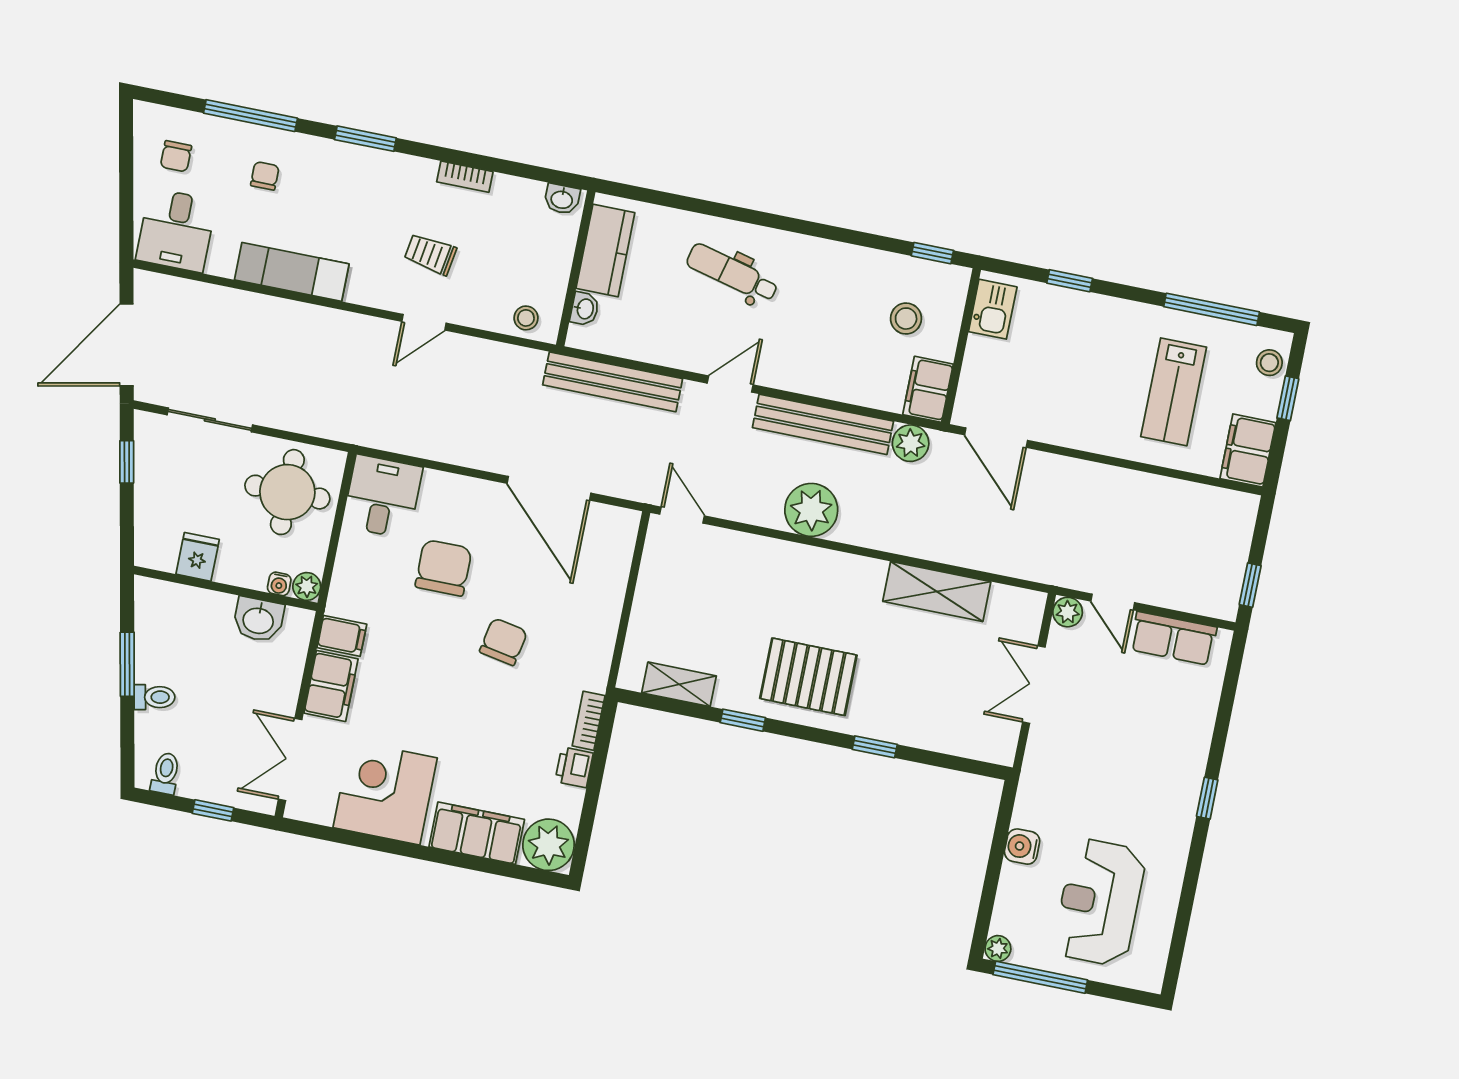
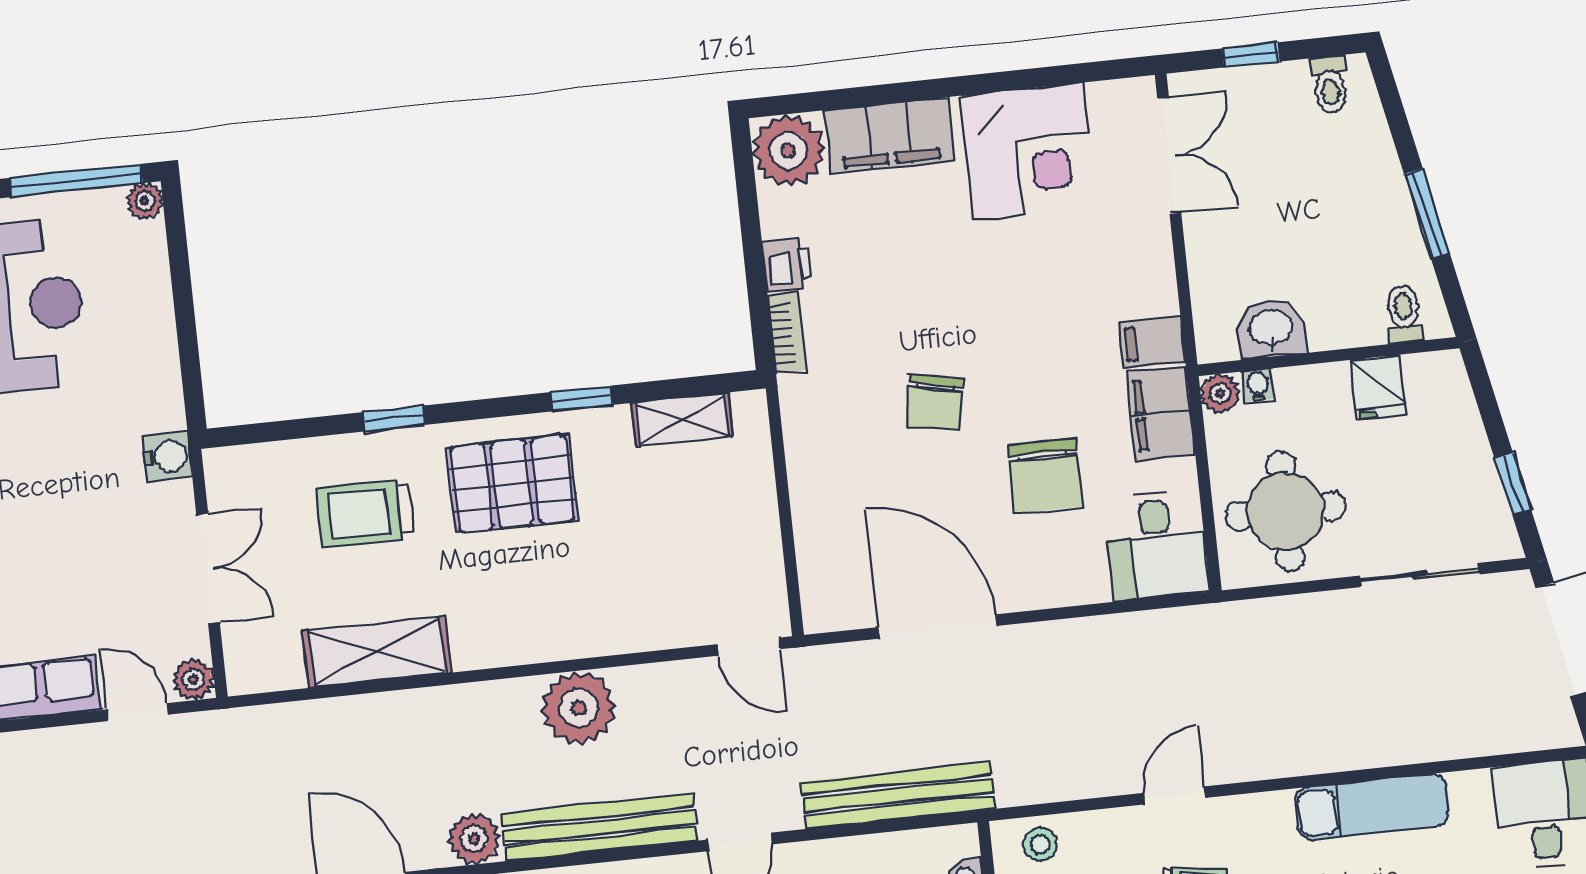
filing cabinet: (331, 686) -> (1161, 413), moved
trolley: (915, 688) -> (365, 513), added
toilet: (154, 697) -> (1404, 314), moved, turned 102
water cooler: (1022, 847) -> (167, 456), moved

